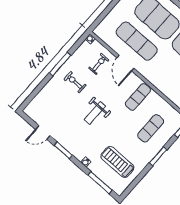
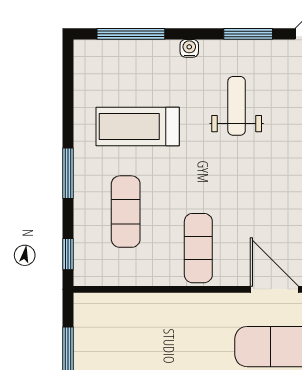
weight bench: (95, 113) -> (237, 106), moved
treadmill: (117, 162) -> (138, 126), moved, turned 180

